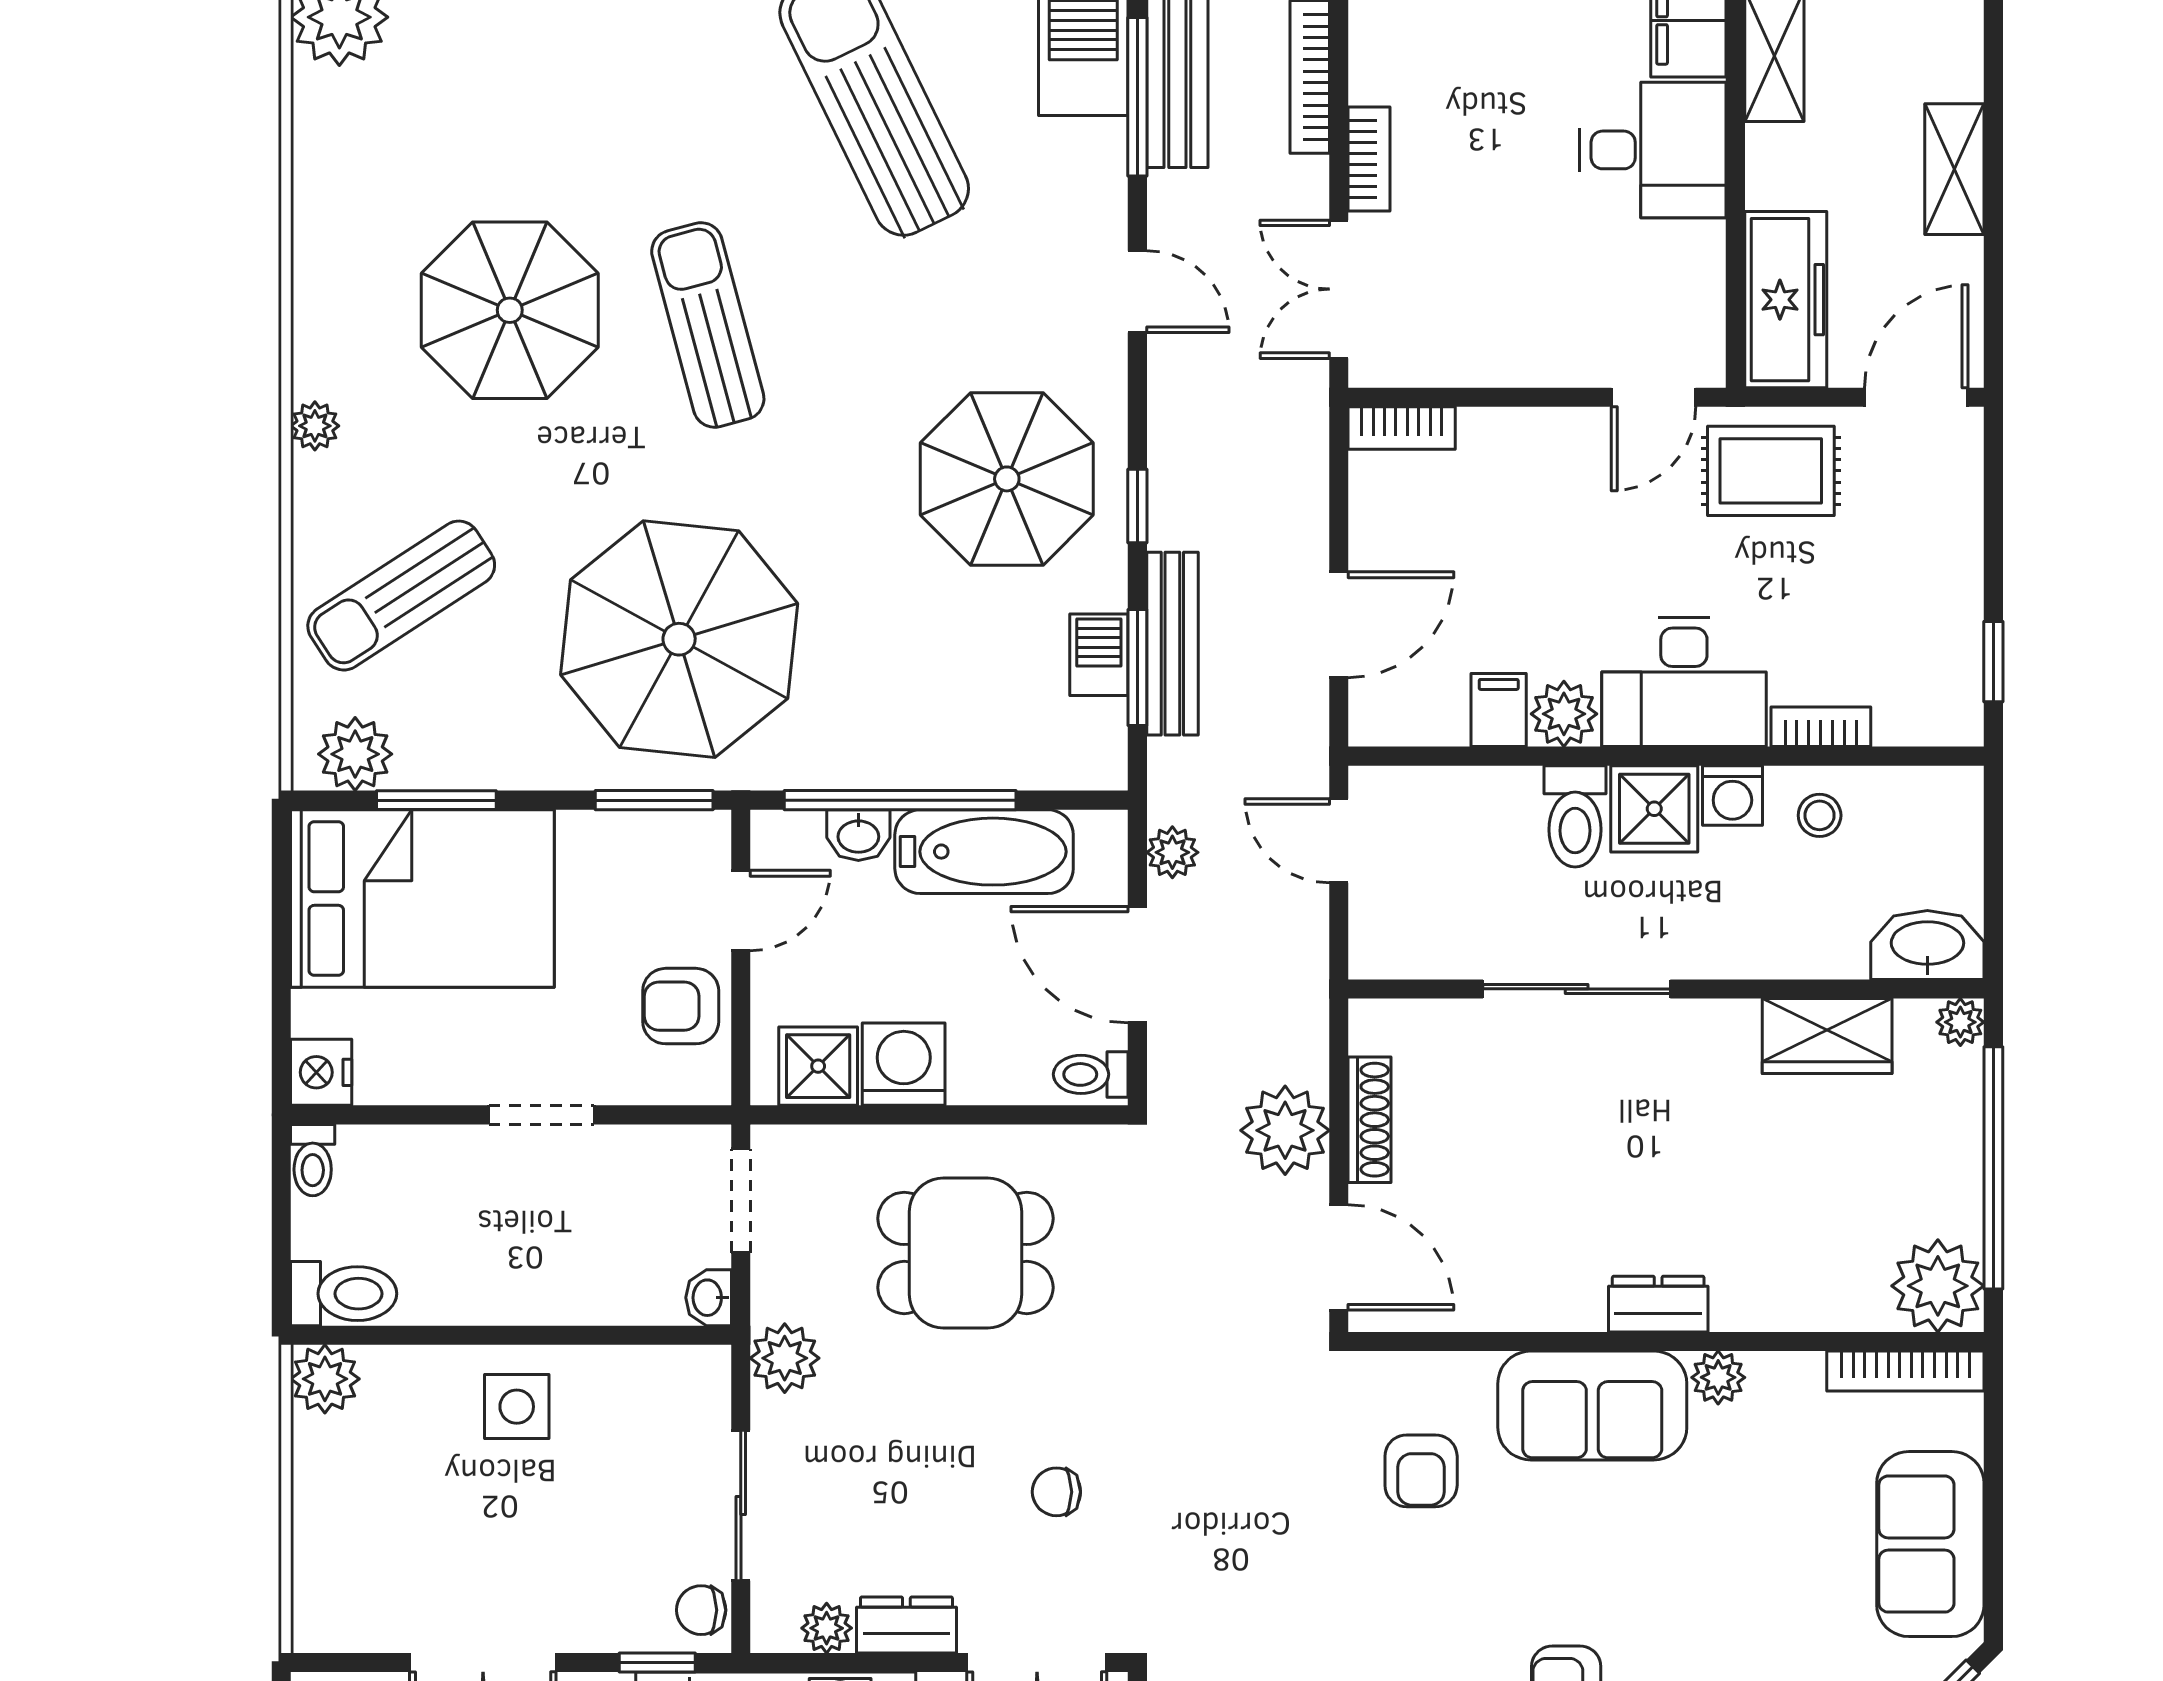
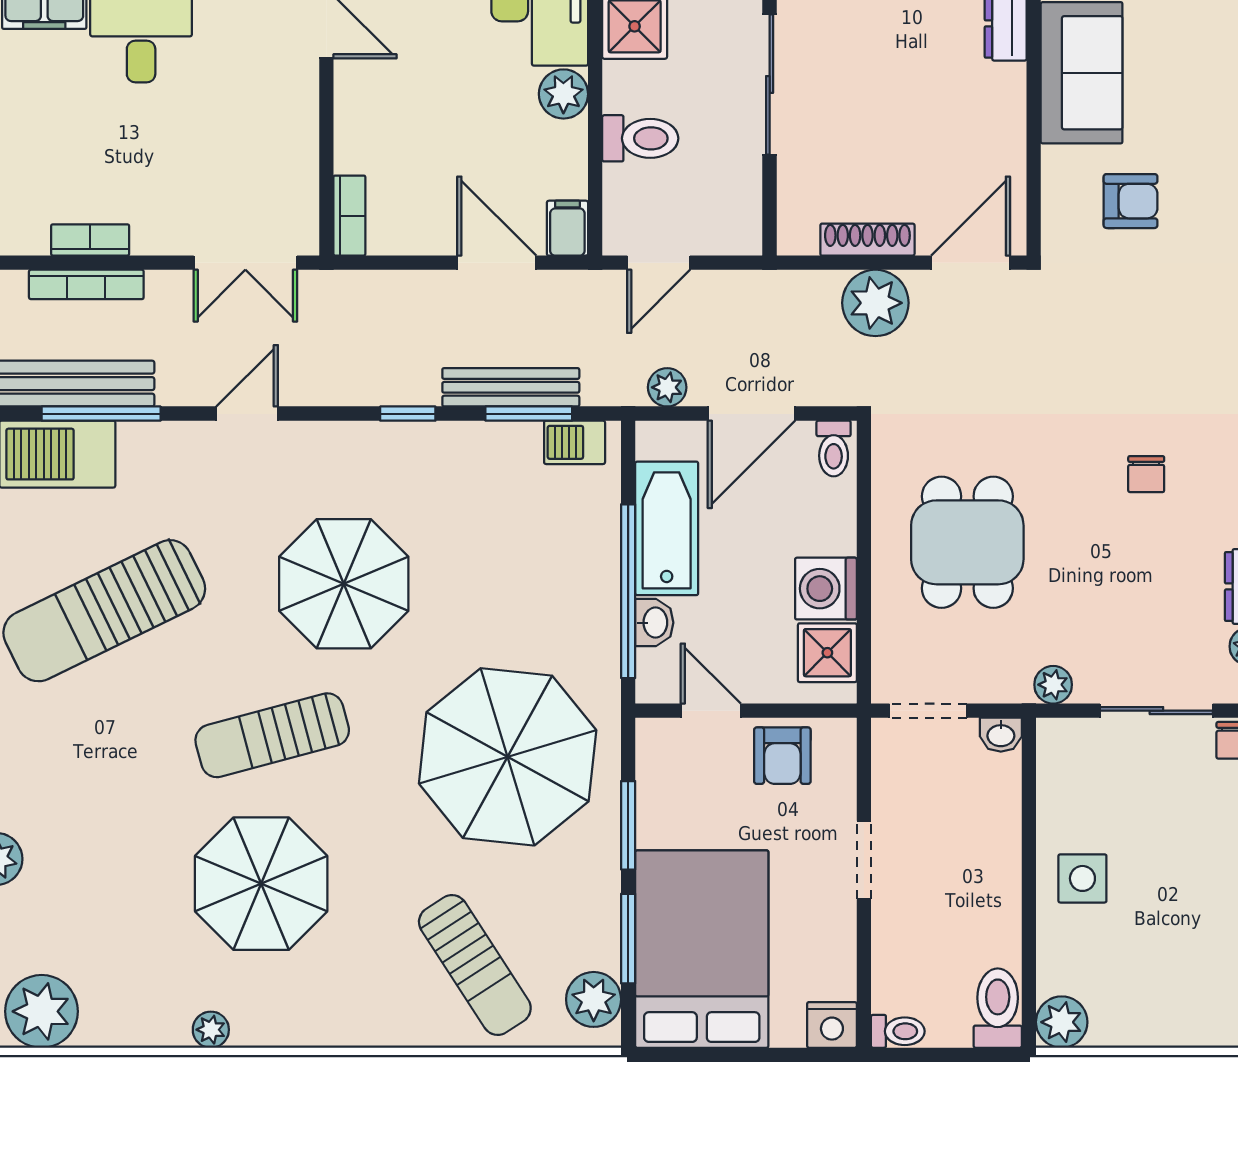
bookcase: (1369, 159) -> (90, 240), moved
plant: (315, 426) -> (211, 1030), moved
parasol: (1007, 479) -> (344, 584), moved
barbecue: (1099, 655) -> (575, 442), moved
filing cabinet: (1499, 710) -> (567, 228), moved, turned 90
window: (654, 800) -> (628, 825), moved
toilet: (1575, 816) -> (640, 138), moved
plant: (785, 1358) -> (1053, 685), width x0.73, depth x0.73

